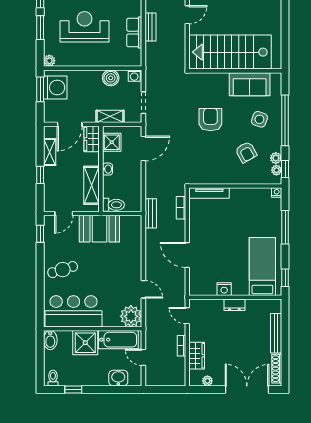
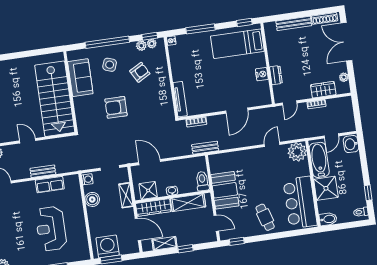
plant: (49, 61) -> (85, 255), removed
wardrobe: (92, 139) -> (153, 207), width x1.50
dresser: (234, 305) -> (276, 75), moved
washbasin: (118, 378) -> (351, 144), moved

